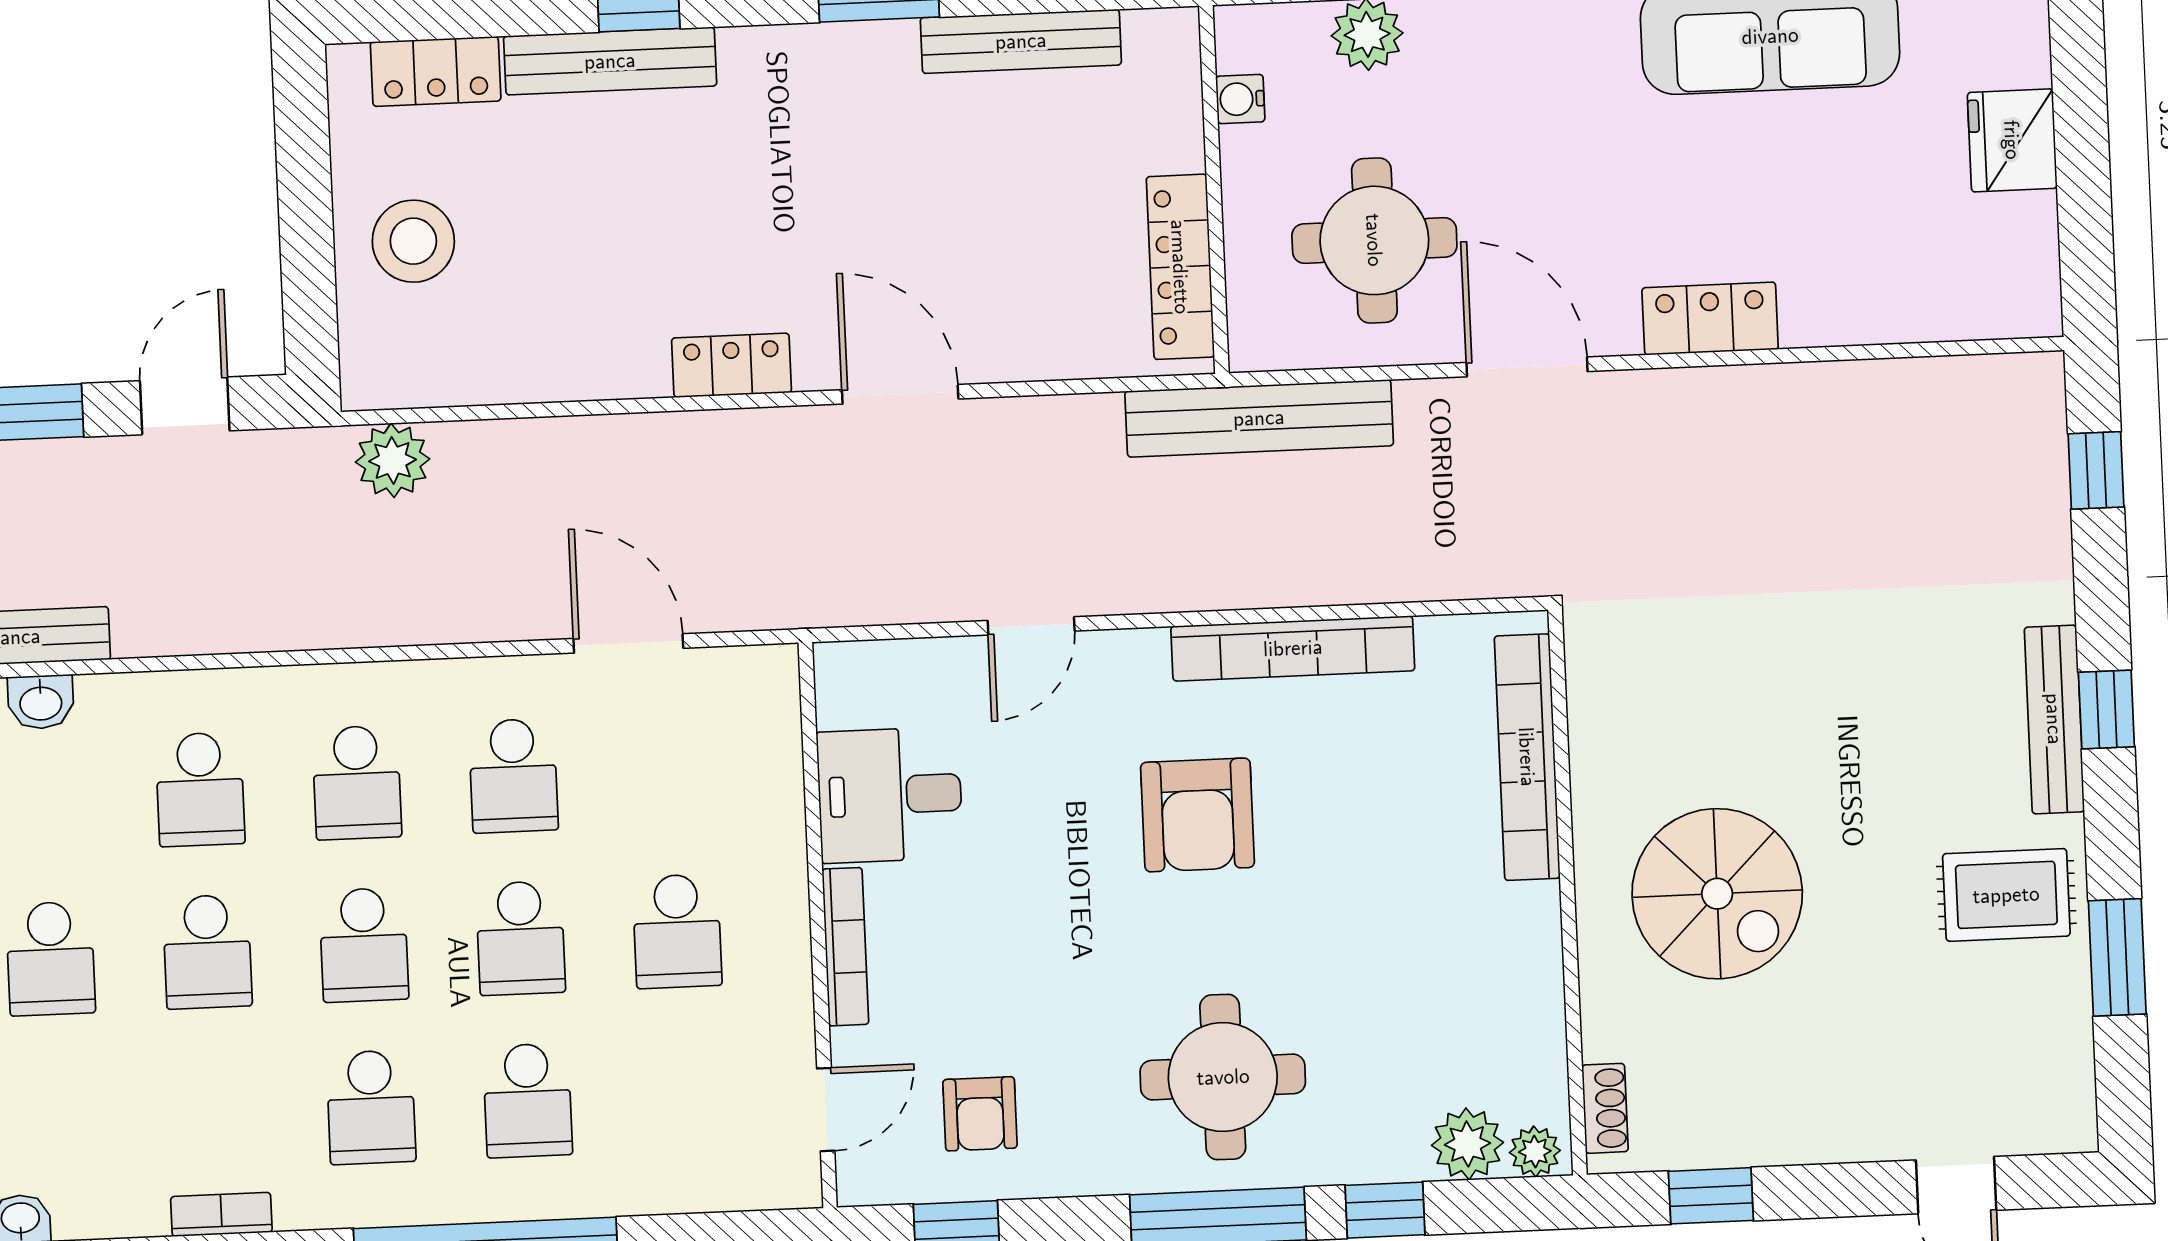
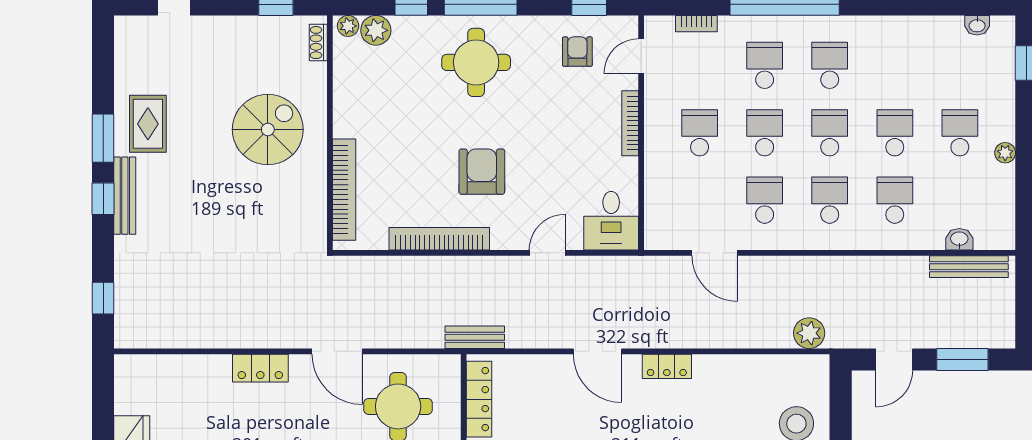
bench: (1259, 418) -> (475, 337), width x0.54, depth x0.82
desk: (890, 795) -> (611, 221), moved, turned 90
spiral stairs: (1717, 894) -> (268, 130), turned 90
rug: (2006, 895) -> (148, 124), turned 90
window: (2117, 957) -> (103, 138), moved
bookcase: (221, 1214) -> (696, 24), moved

